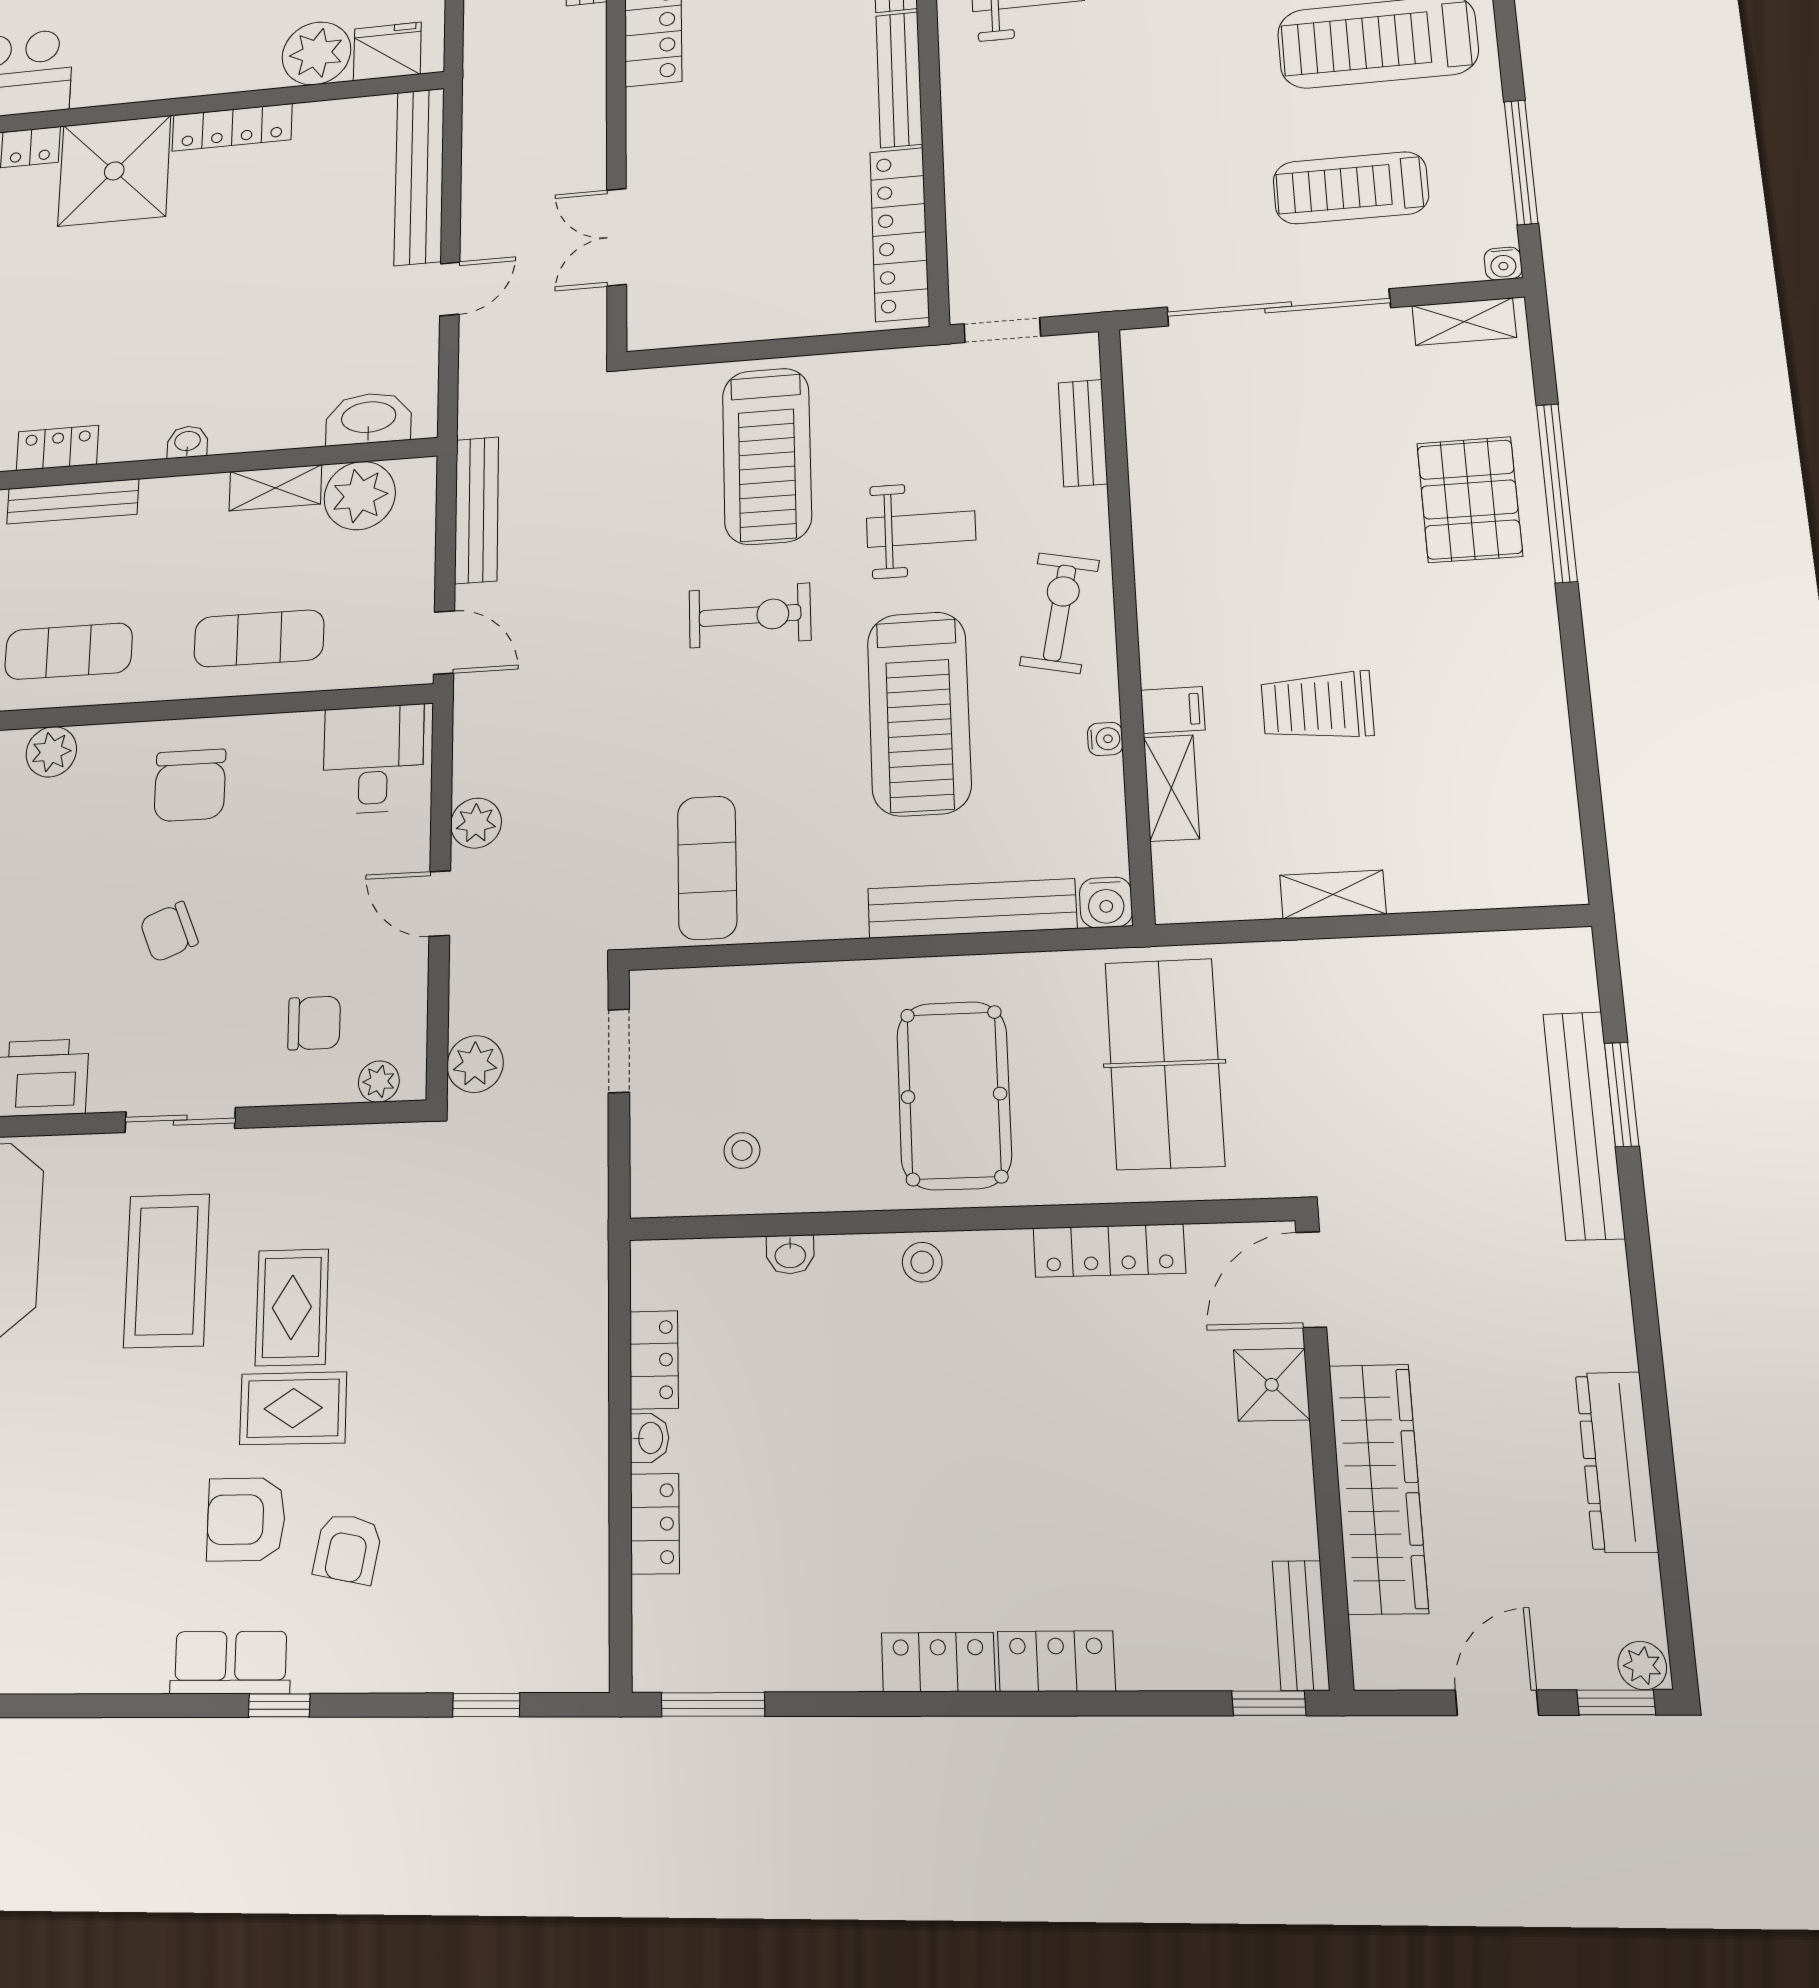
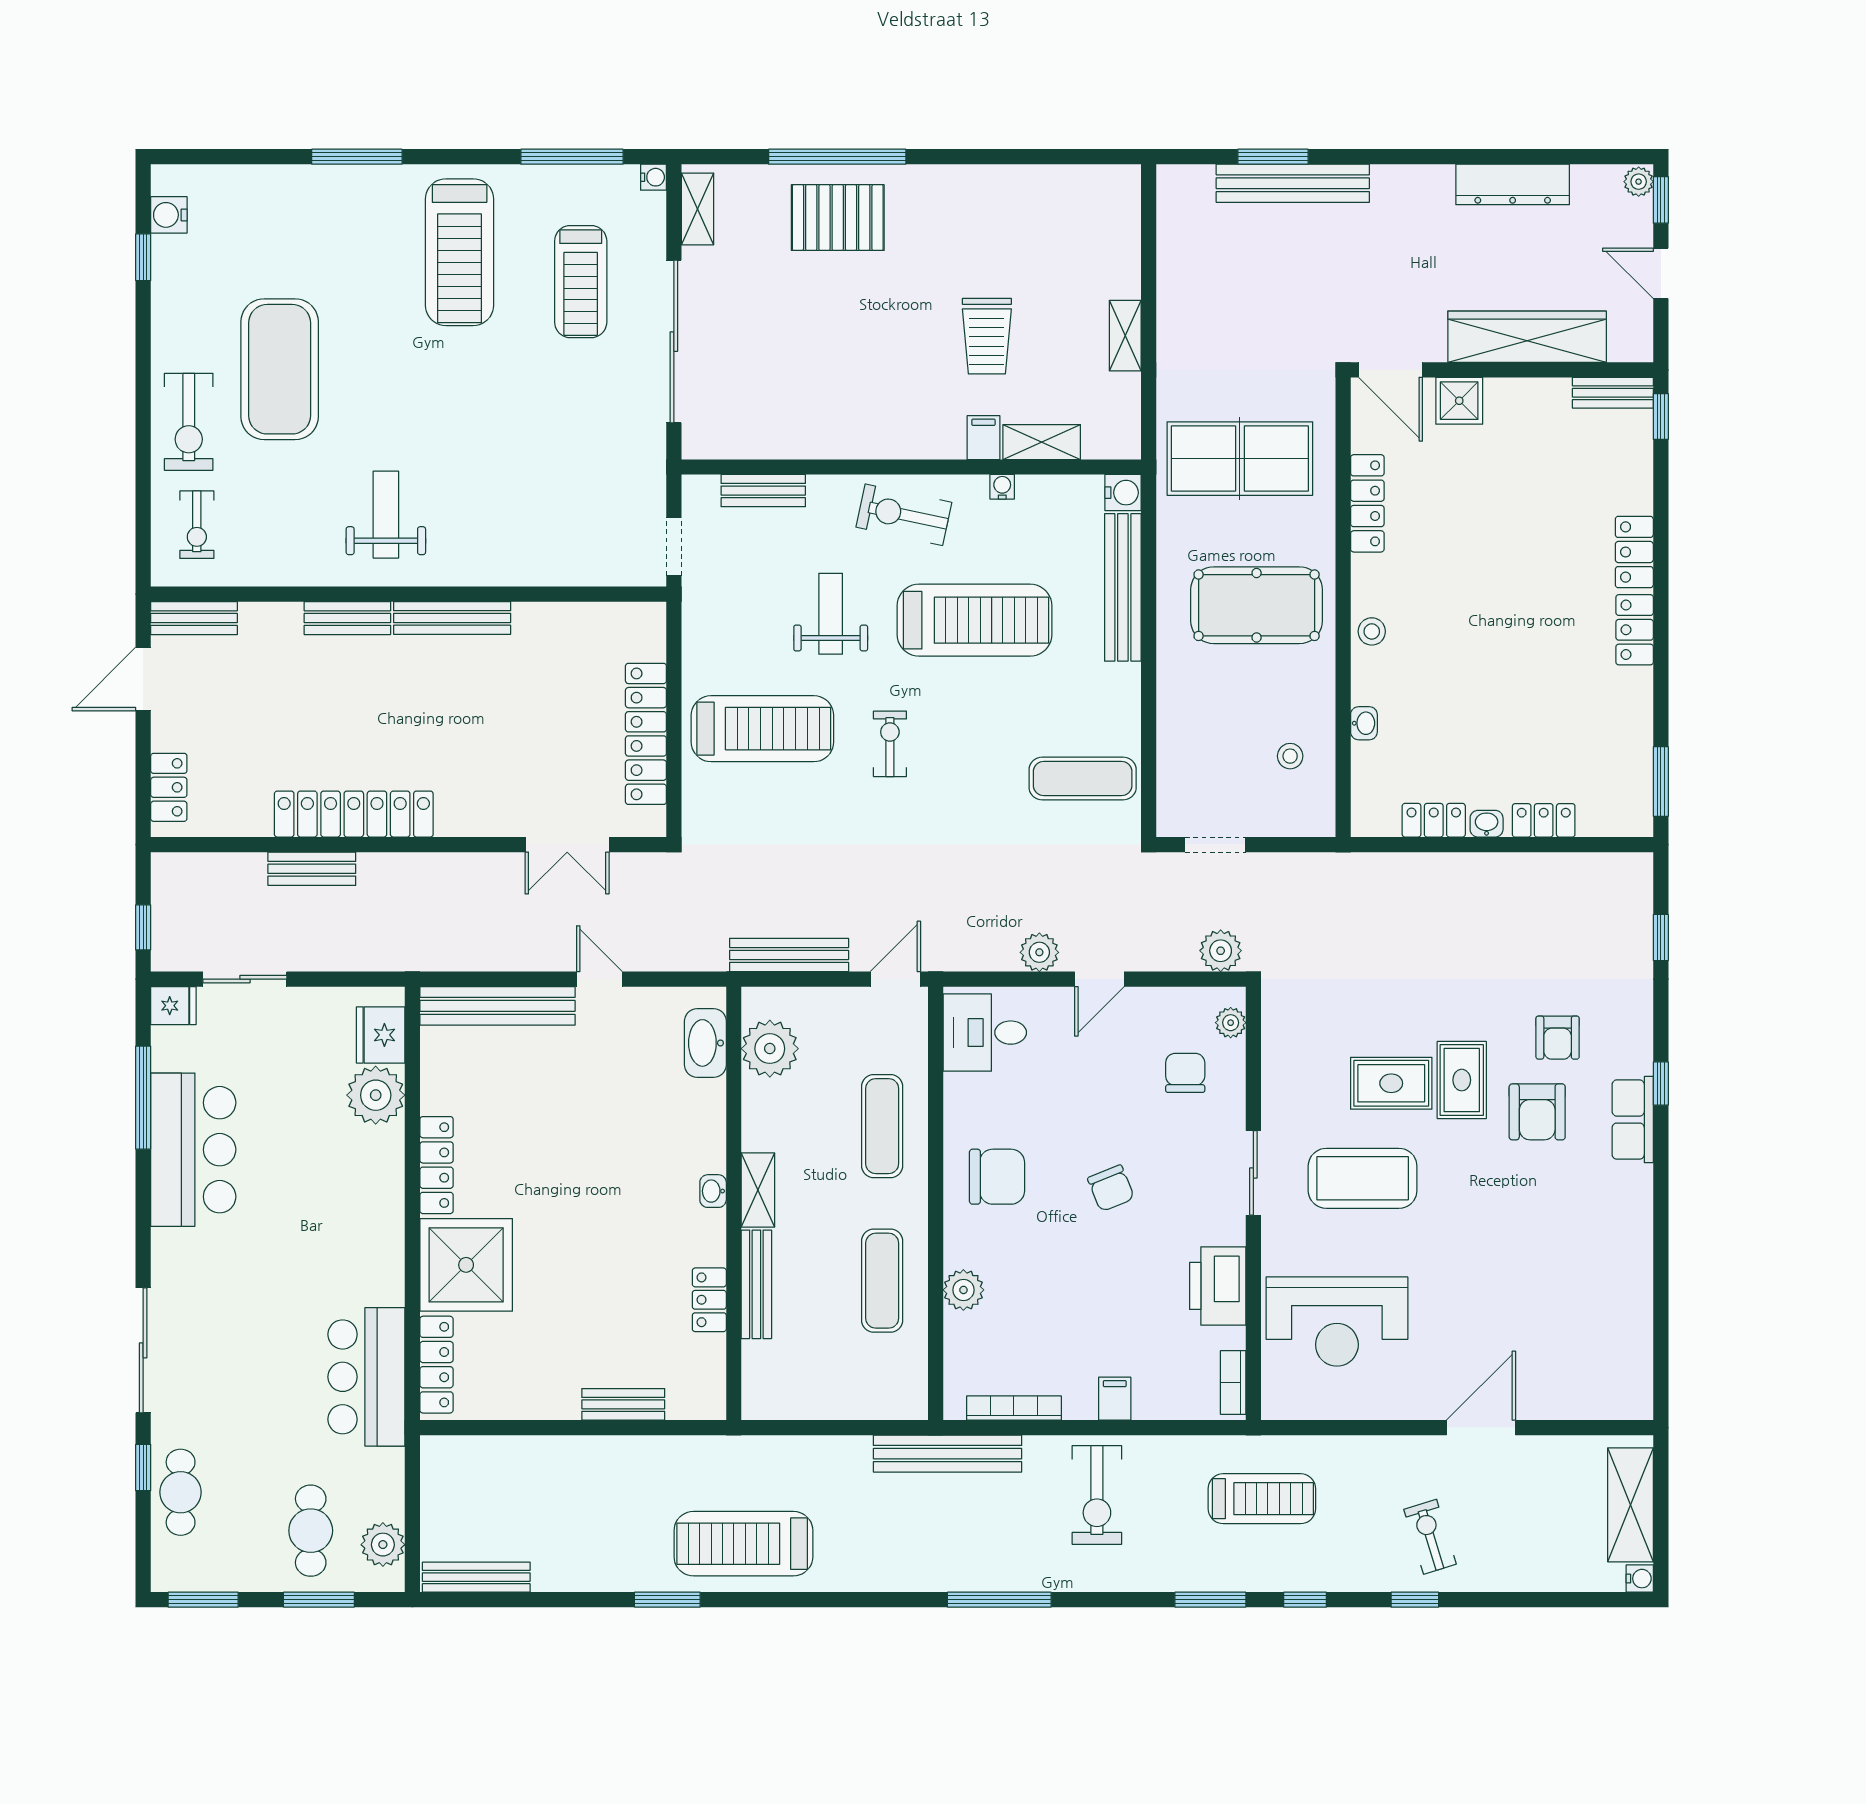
locker: (899, 234) -> (646, 734), moved, turned 90
shelving: (275, 488) -> (758, 1190), moved
exercise bike: (750, 615) -> (890, 744), width x0.73, depth x0.72
armchair: (348, 1548) -> (1558, 1038), turned 79

